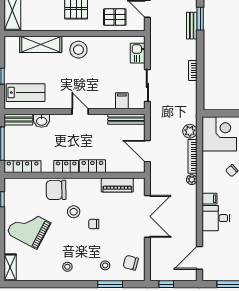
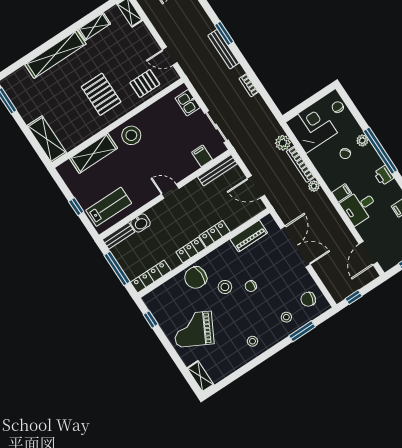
bench: (192, 26) -> (224, 49), width x1.36

